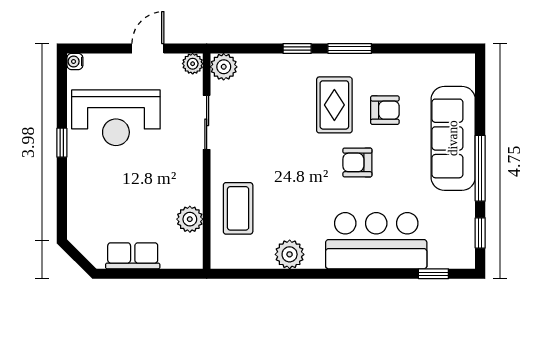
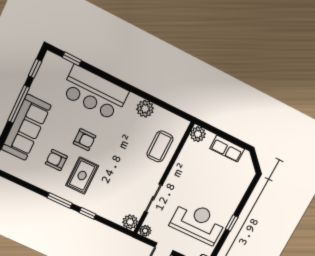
plant: (190, 219) -> (198, 134), moved

